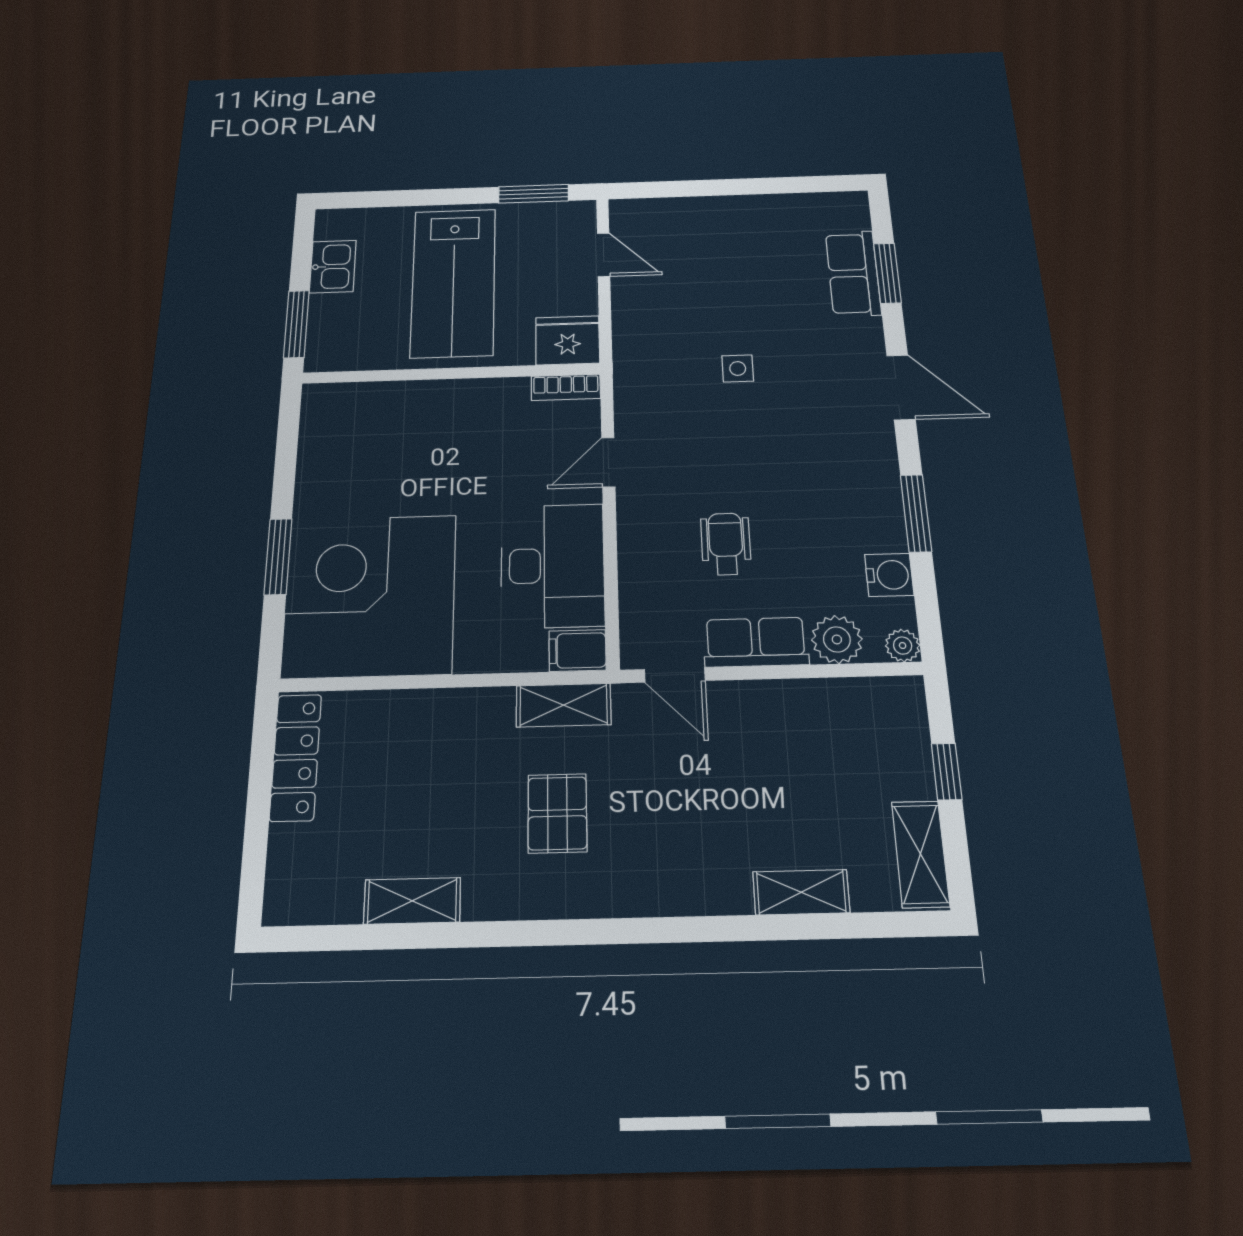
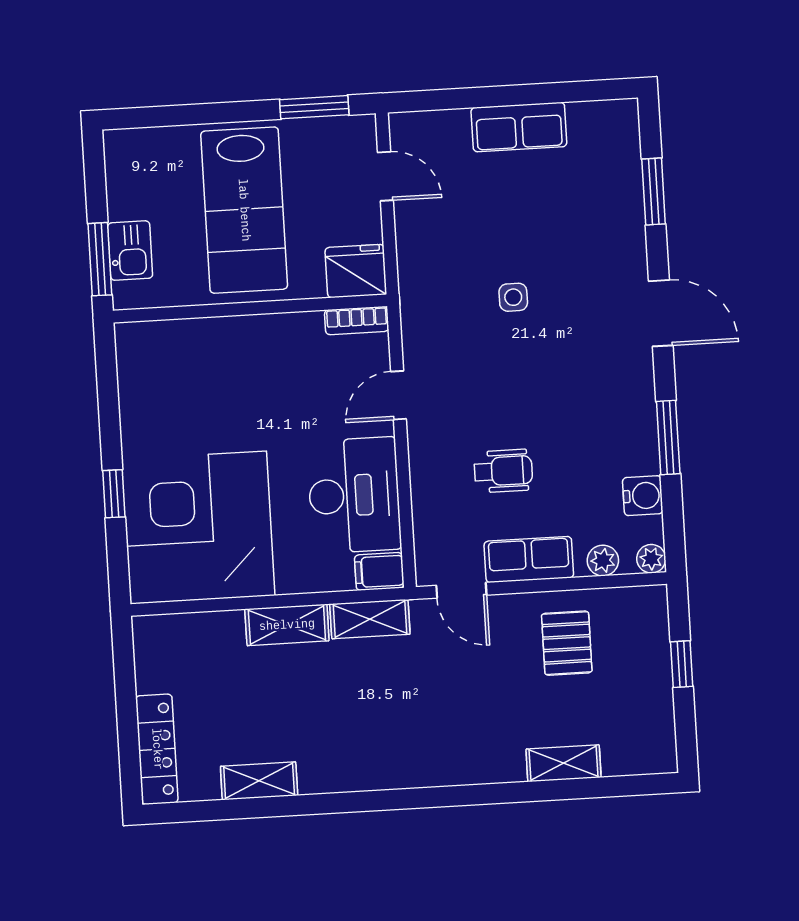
kitchen sink: (333, 267) -> (130, 251), moved
row of seats: (853, 273) -> (519, 127), moved, turned -90
wheelchair: (726, 544) -> (503, 471), turned 90
window: (278, 557) -> (114, 494), width x0.67
plant: (837, 639) -> (603, 561), width x0.73, depth x0.73
locker: (296, 757) -> (157, 749), moved
pallet: (557, 813) -> (567, 643), moved
shelving: (920, 854) -> (287, 625), moved, turned 90

